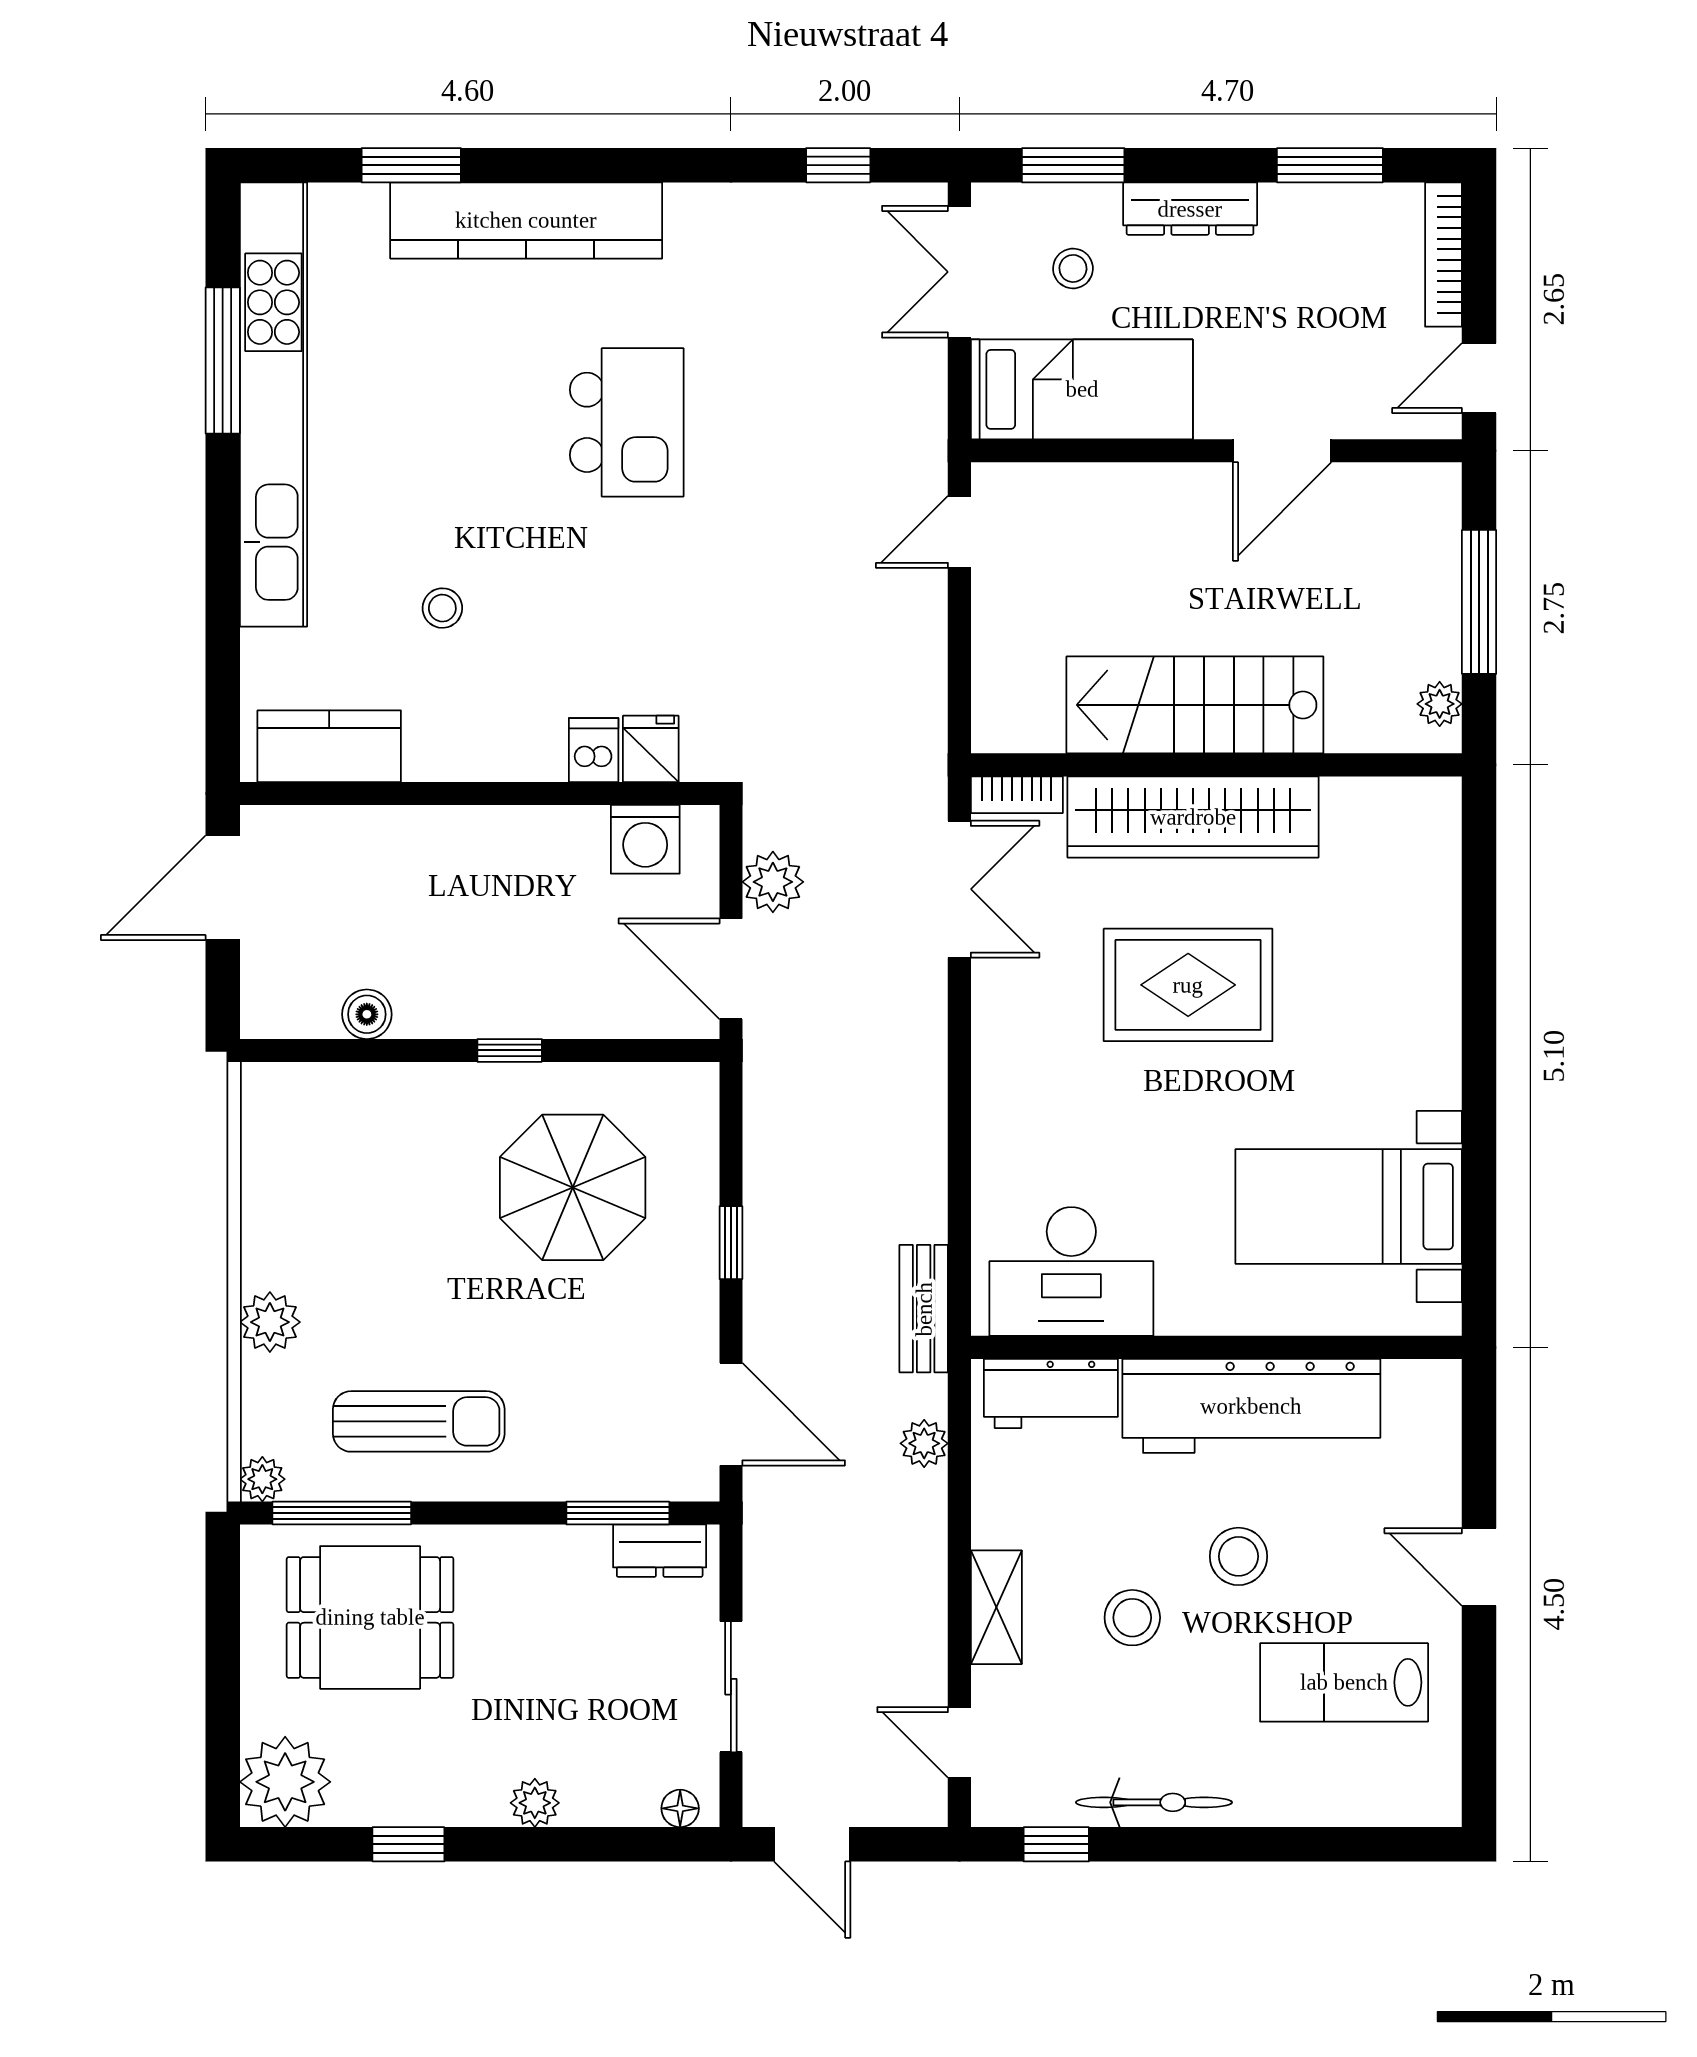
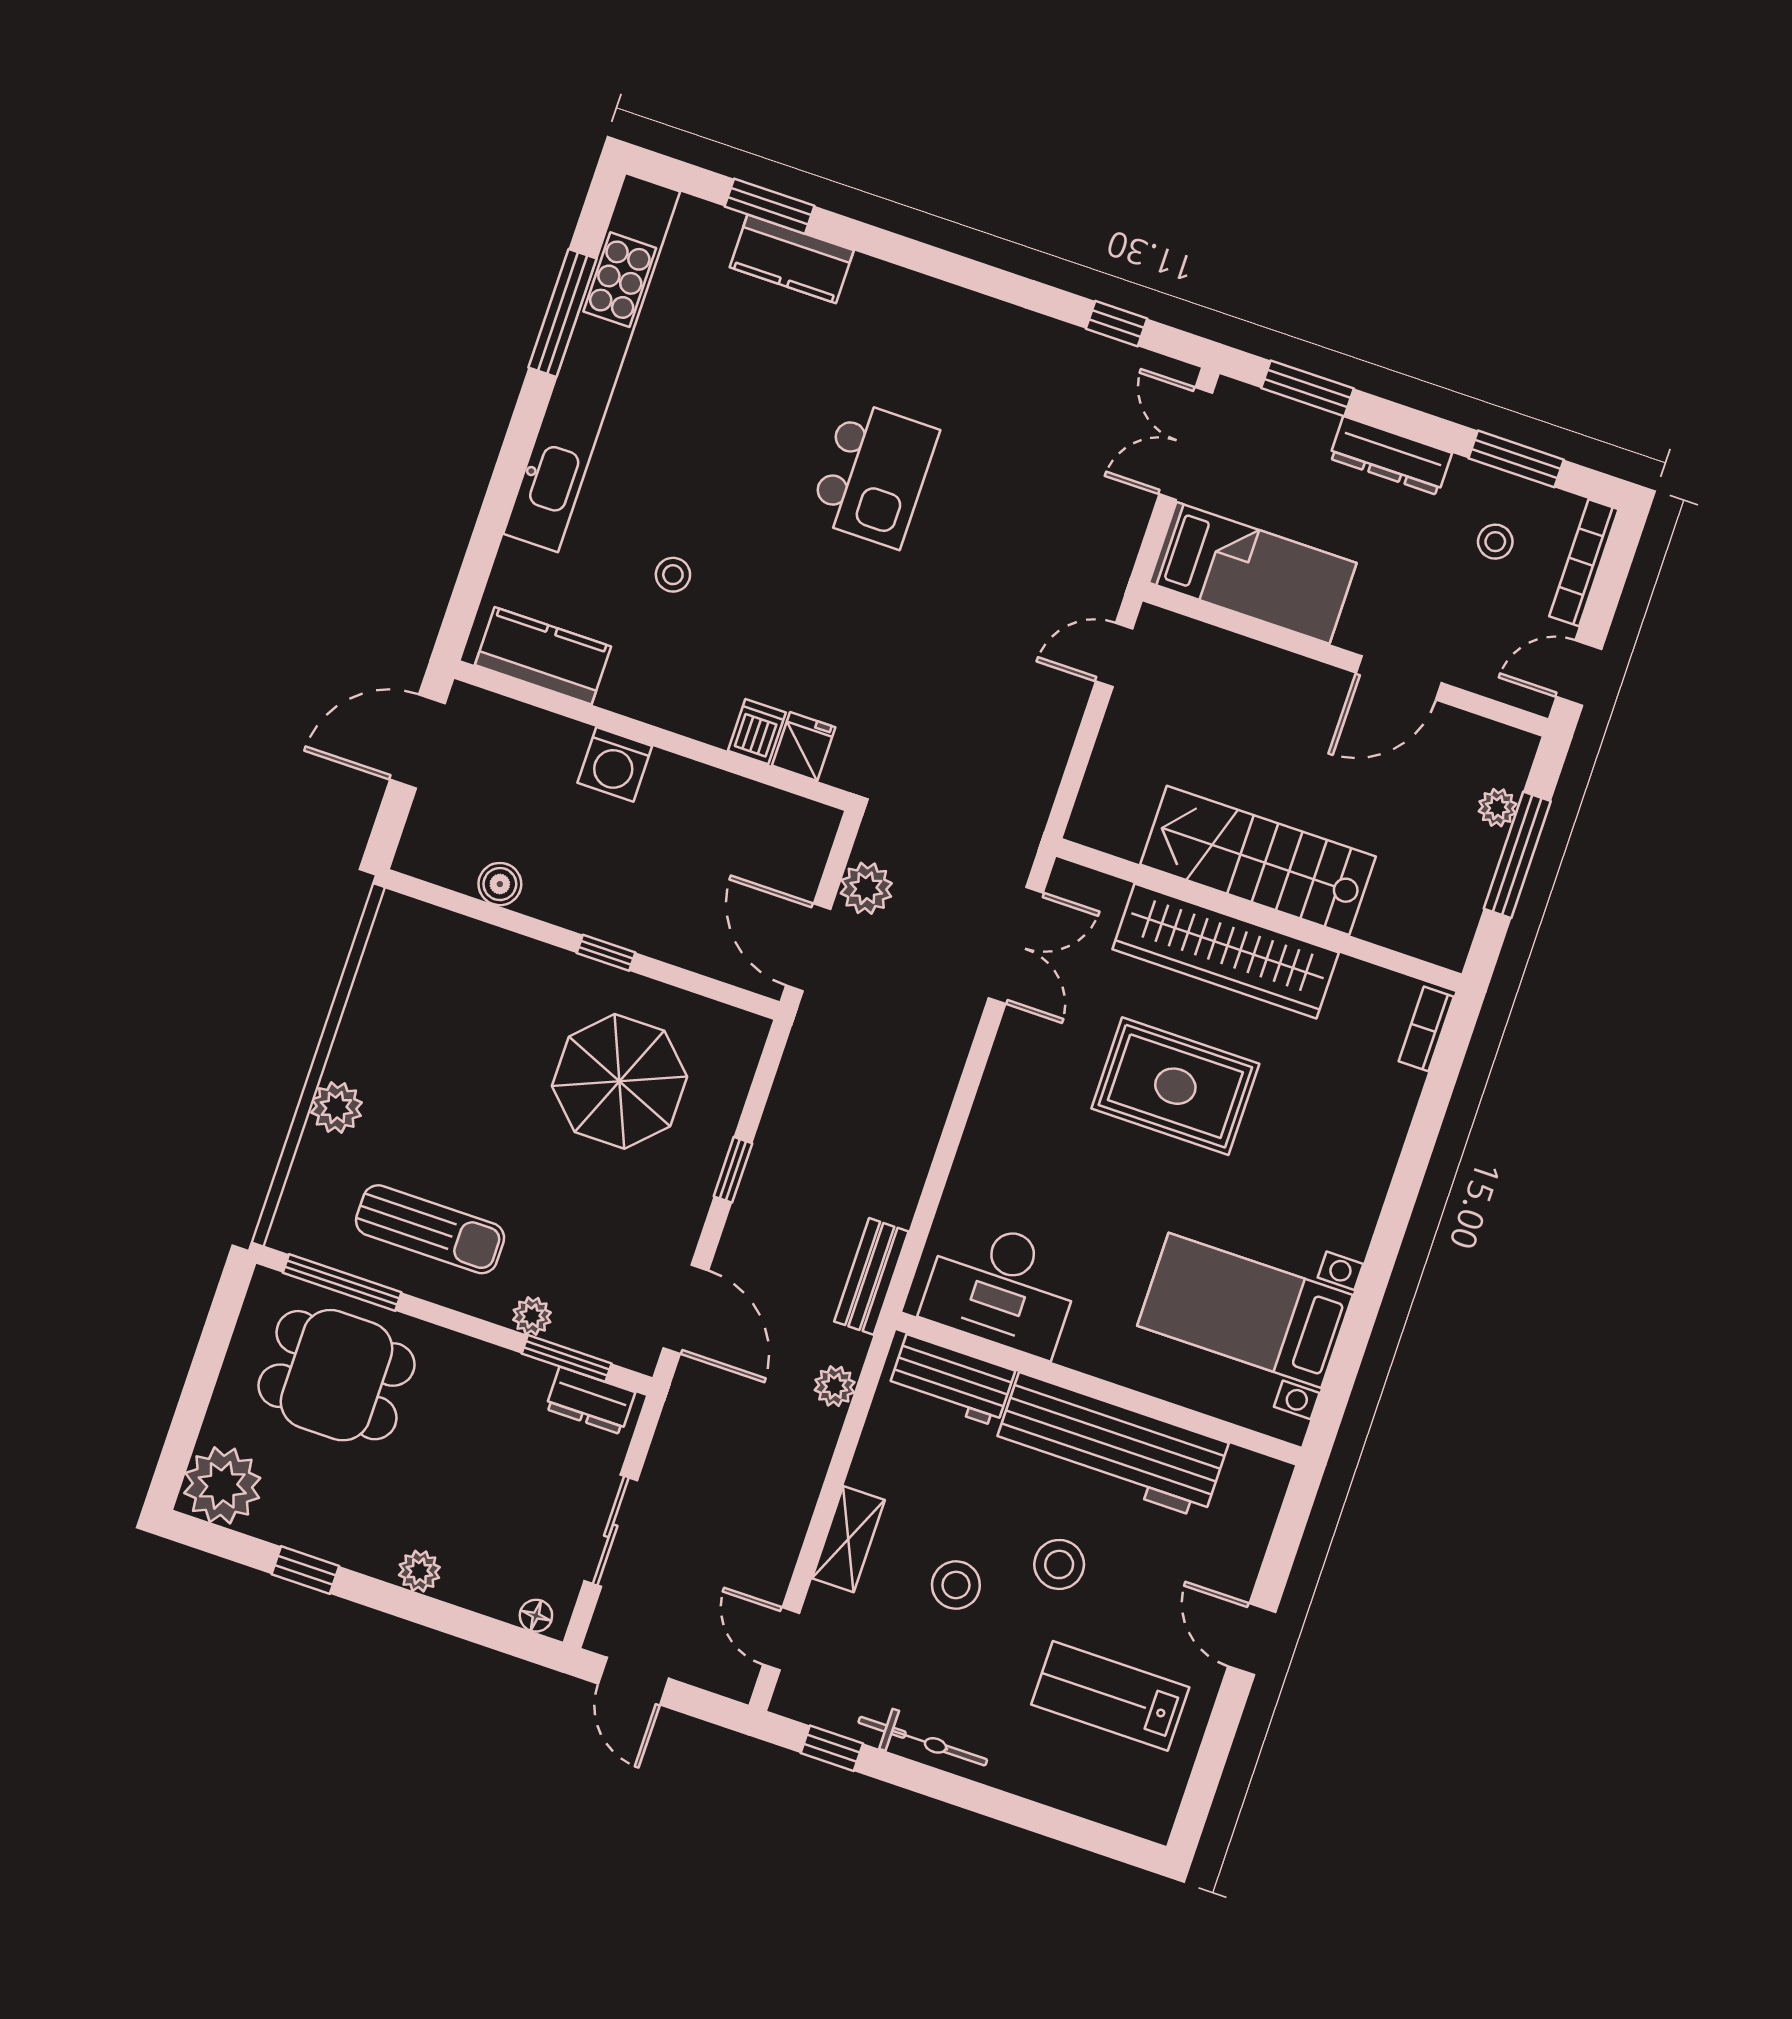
kitchen counter: (526, 220) -> (792, 259), width x0.48, depth x0.86
stool: (1073, 268) -> (1495, 542), moved
plant: (1440, 704) -> (1497, 808), moved
bookcase: (1017, 795) -> (1426, 1029), moved, turned 90
washing machine: (645, 839) -> (615, 764), moved
plant: (262, 1479) -> (532, 1316), moved

